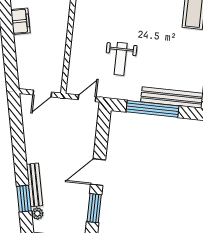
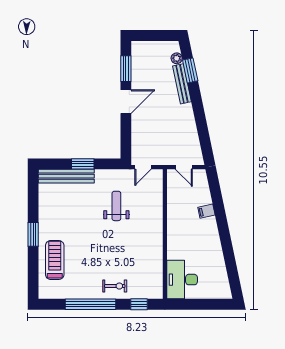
filing cabinet: (20, 21) -> (206, 211), moved, width x0.50
door: (42, 93) -> (184, 167), swing flipped
window: (152, 109) -> (83, 164), width x0.47

